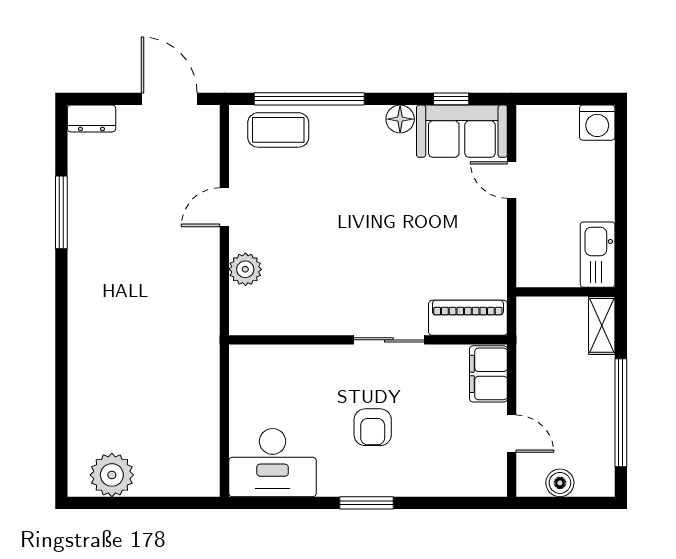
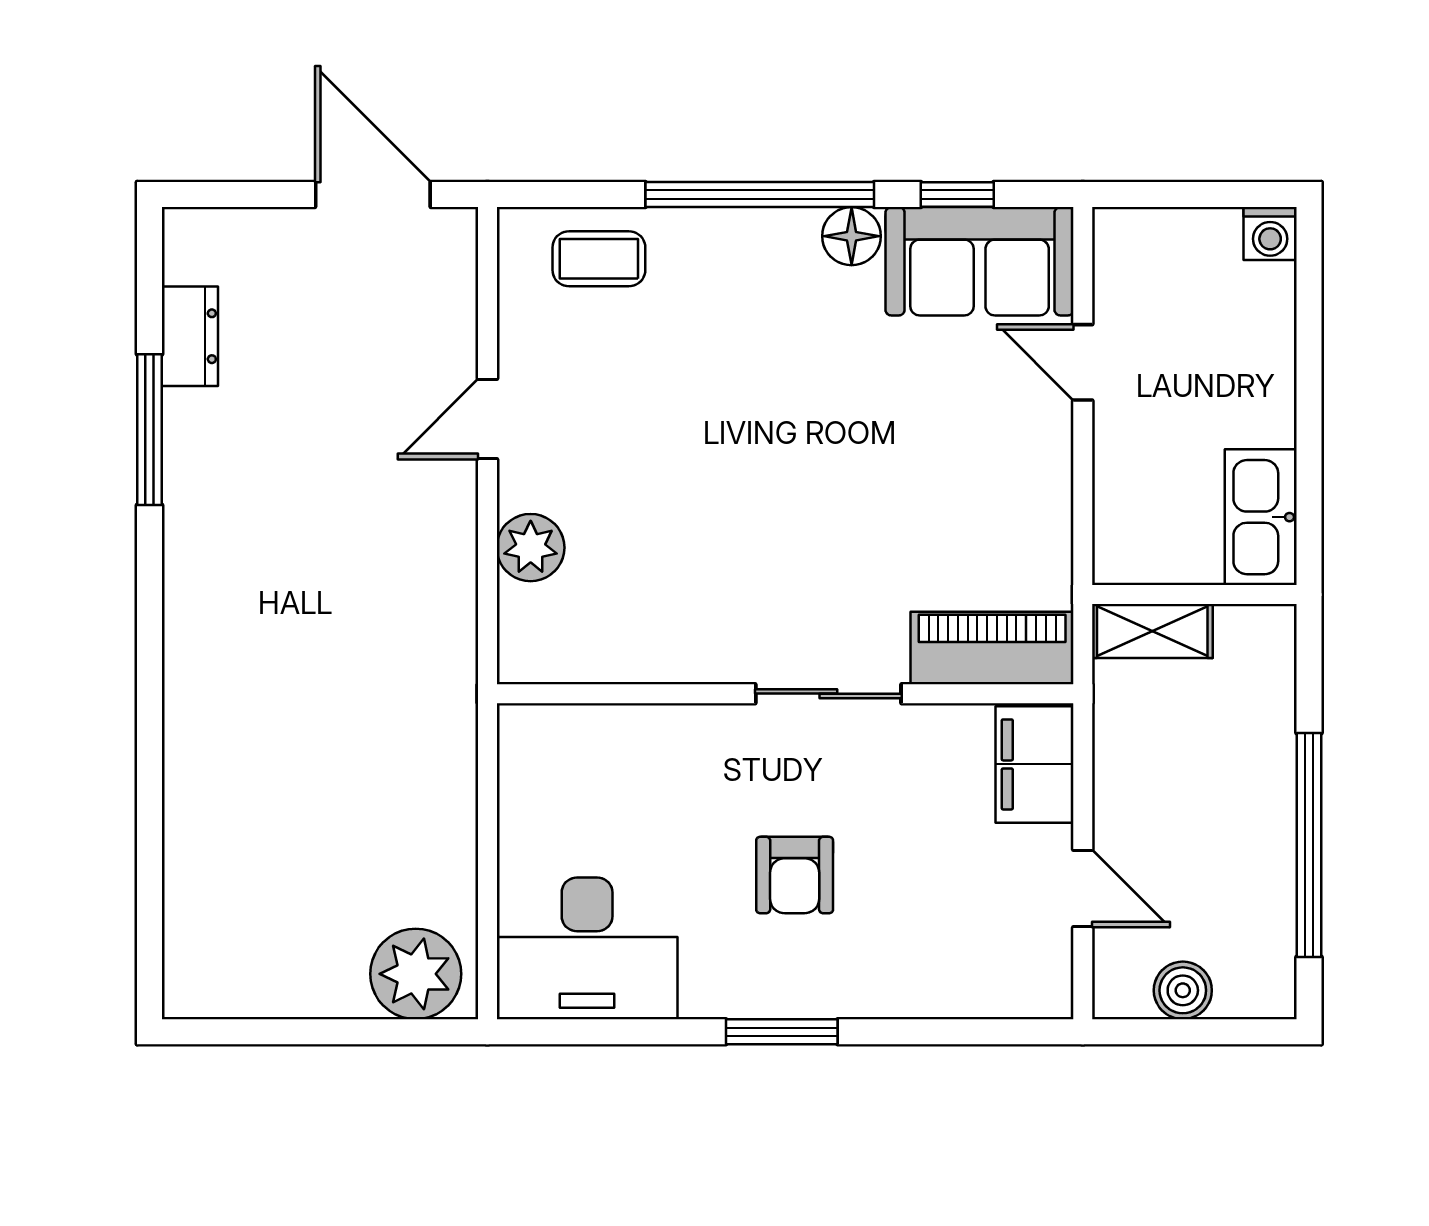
window: (309, 99) -> (760, 195), moved
dresser: (91, 118) -> (190, 336), moved, turned -90
washing machine: (597, 123) -> (1270, 234), width x0.73, depth x0.73
coffee table: (278, 130) -> (599, 259), width x0.73, depth x0.77
shelving: (602, 325) -> (1152, 631), moved, turned 90
plant: (112, 475) -> (416, 974), moved

